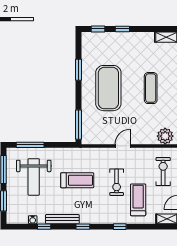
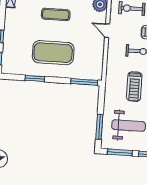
door: (123, 146) -> (107, 31), moved
treadmill: (77, 180) -> (134, 87), turned 180

